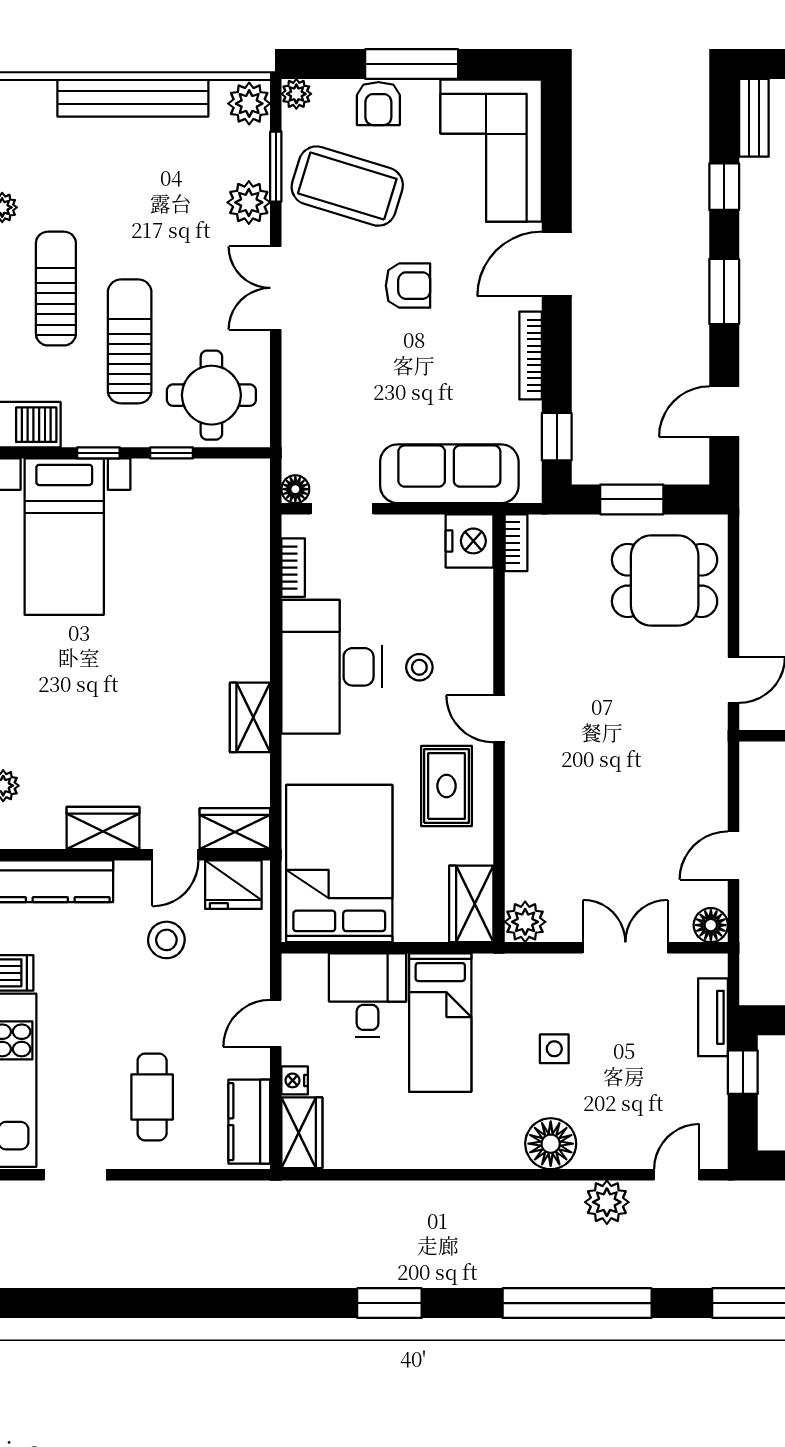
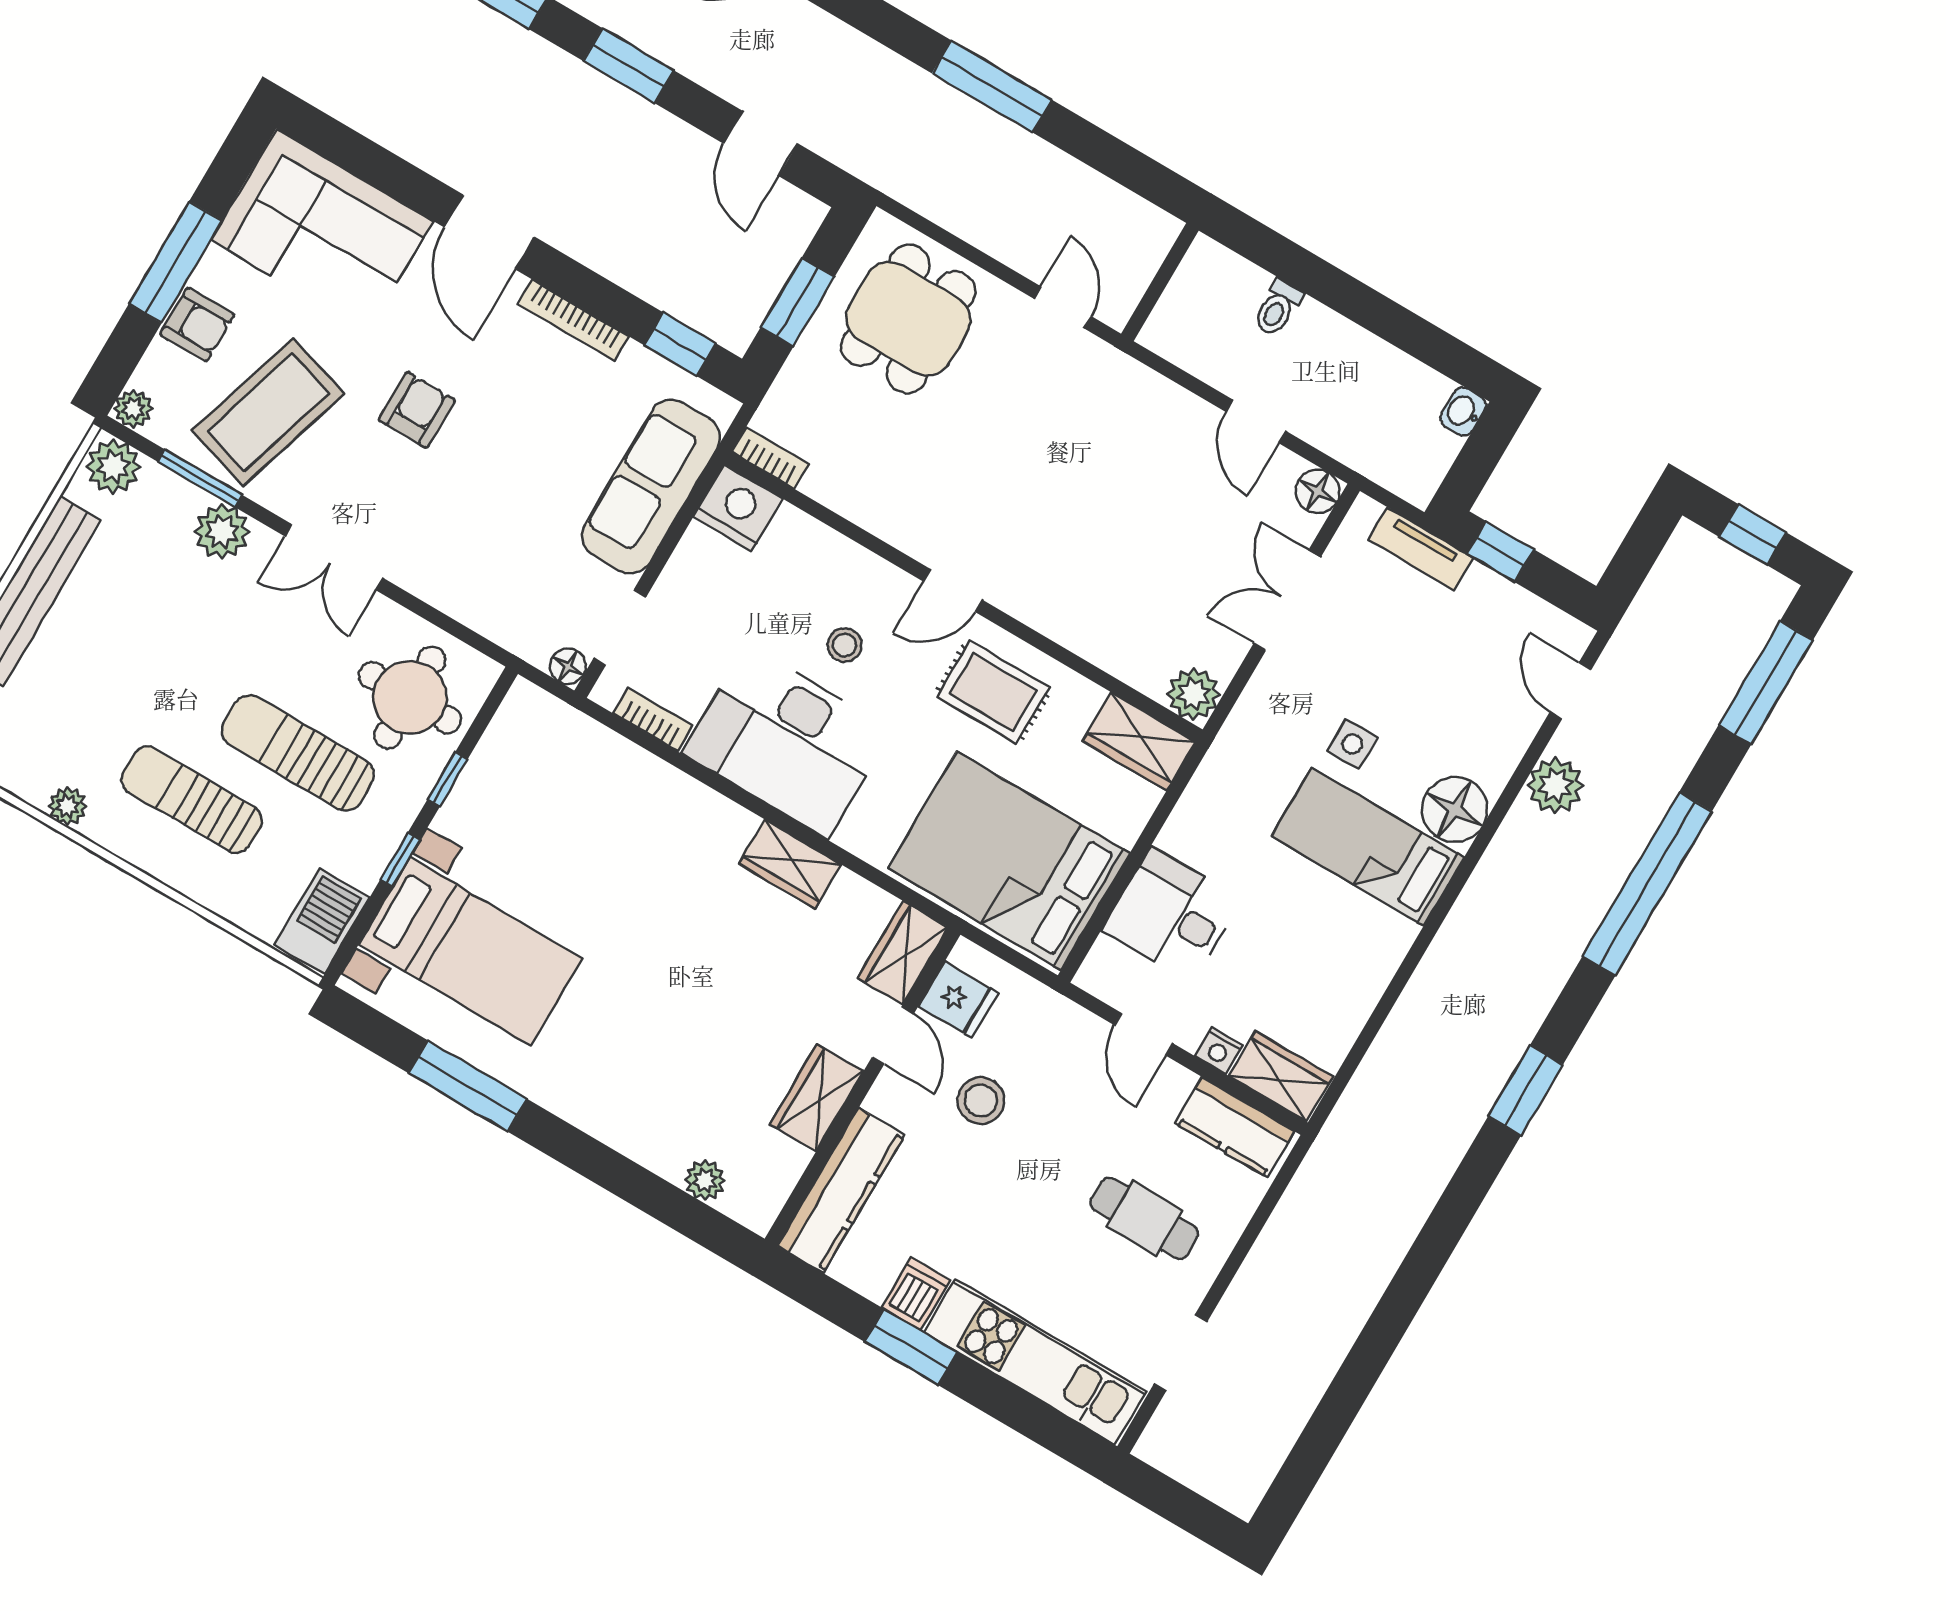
fridge: (233, 885) -> (958, 999), width x0.72
bed: (440, 1023) -> (1368, 847), moved, turned 180

